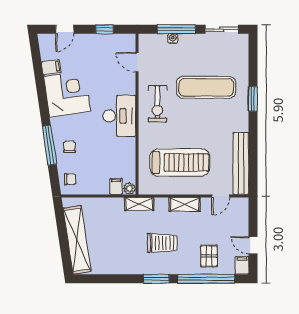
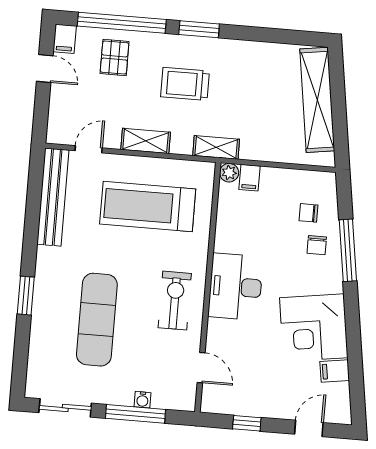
exercise mat: (206, 87) -> (97, 320), turned 90
chair: (70, 179) -> (309, 213), moved

